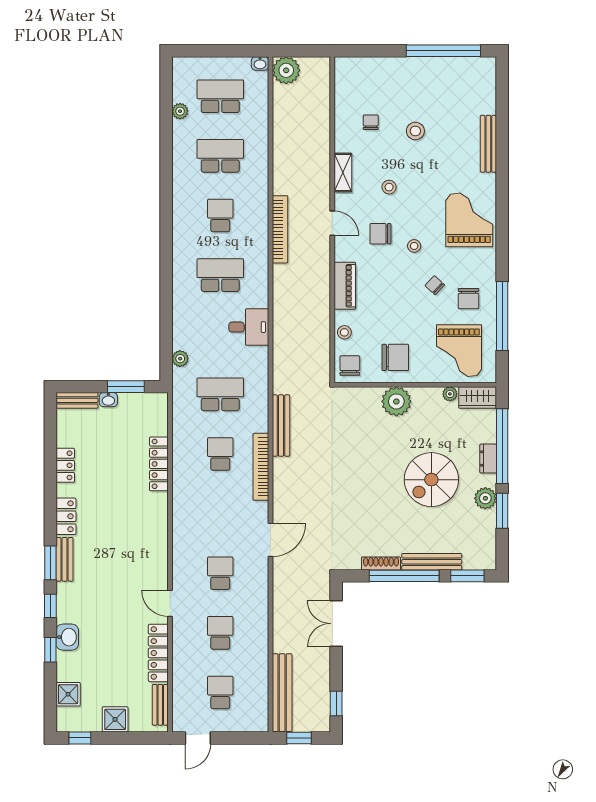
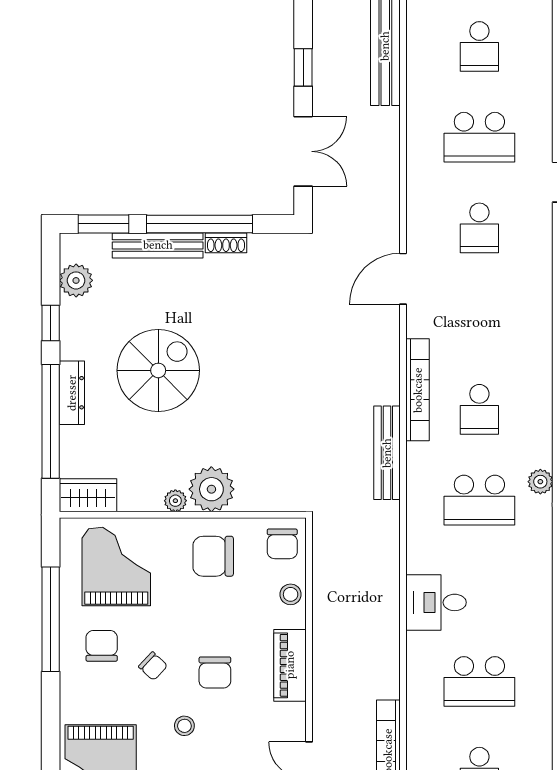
chair: (380, 234) -> (215, 672), moved, turned 90
plant: (180, 359) -> (540, 482), moved
plant: (450, 394) -> (175, 501), moved
dresser: (488, 459) -> (72, 393), width x1.44
plant: (485, 498) -> (76, 280), moved
window: (502, 511) -> (51, 323), width x0.67
shoe rack: (381, 563) -> (226, 243), width x0.70
school desk: (220, 633) -> (479, 137), width x1.85
window: (336, 703) -> (303, 67), moved

